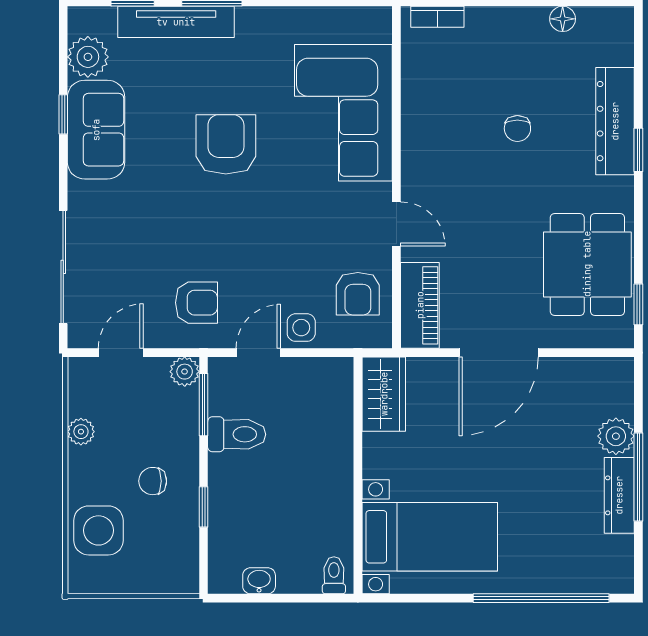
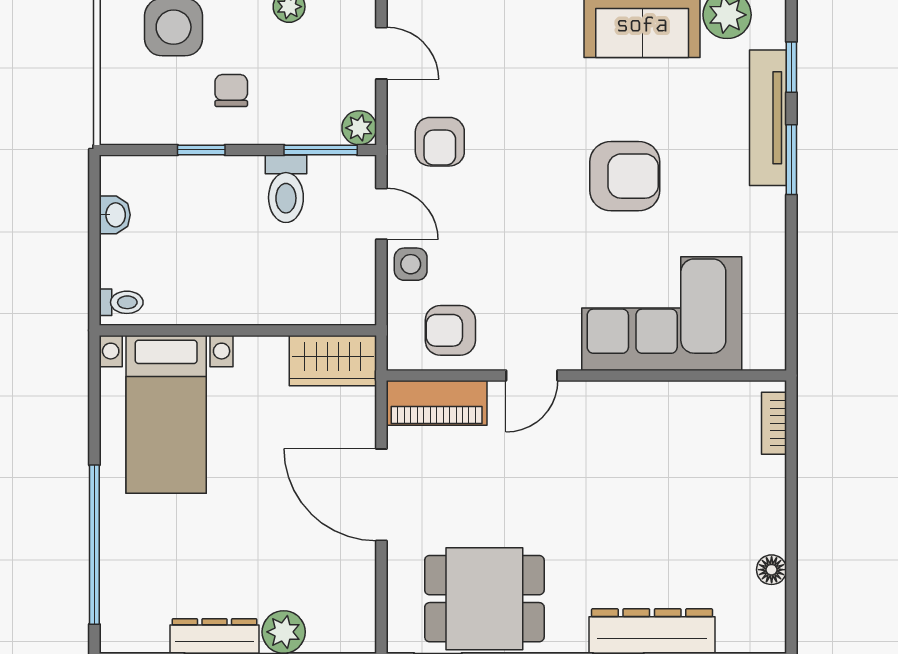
chair: (517, 128) -> (643, 517), removed

